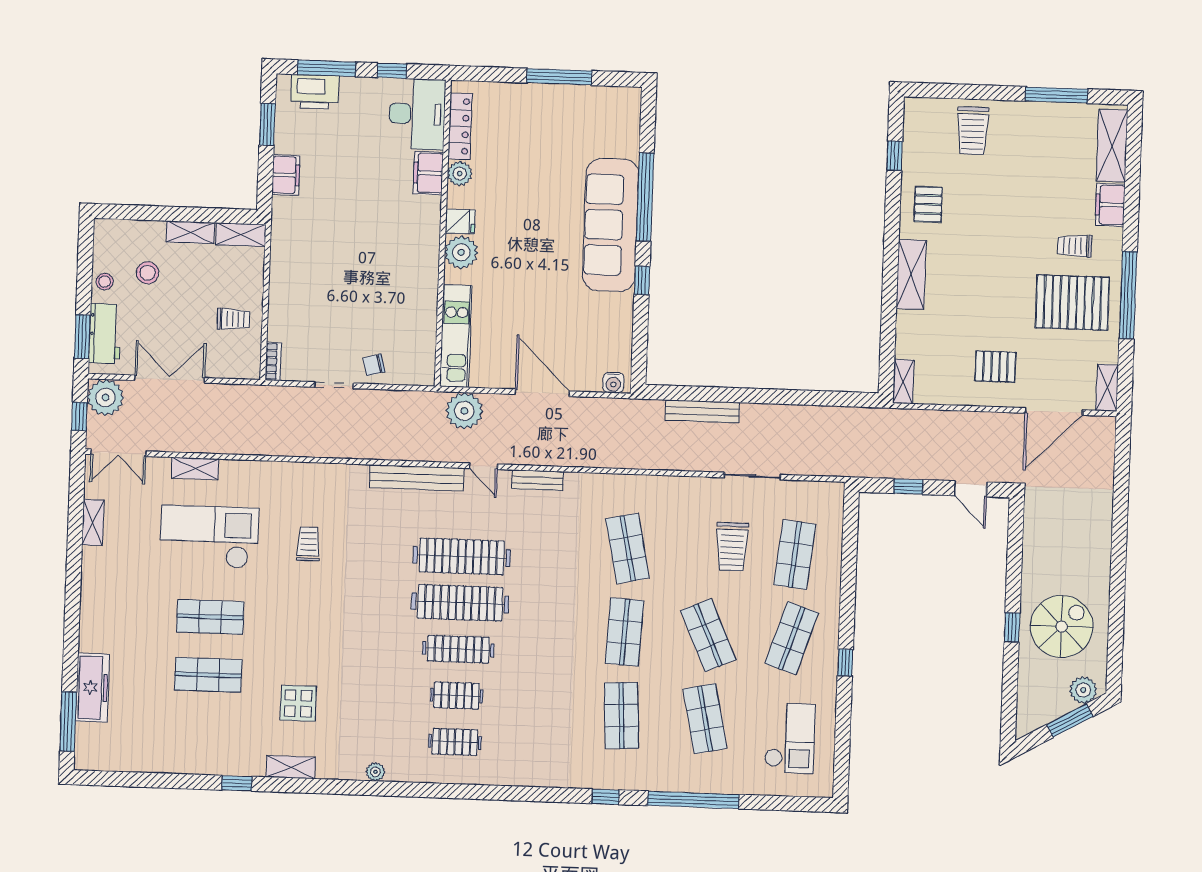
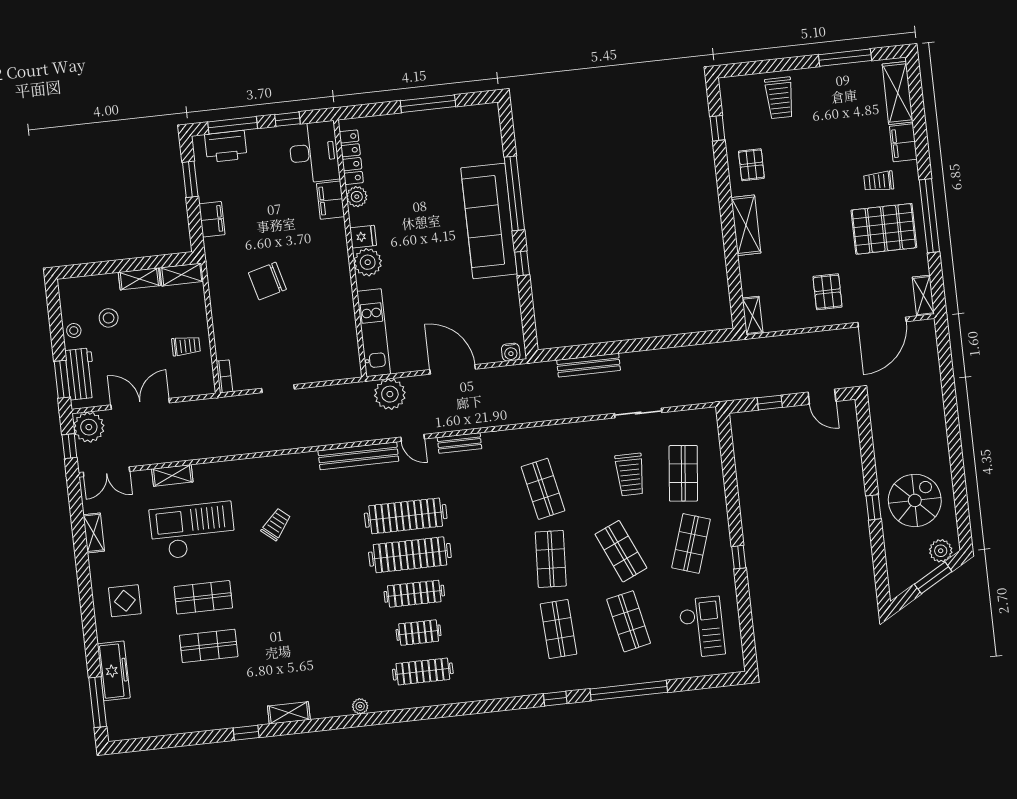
chair: (374, 365) -> (267, 281), moved, width x1.87, depth x1.87
pallet: (995, 367) -> (828, 292), turned 90
trolley: (308, 544) -> (276, 524), turned 40
display table: (298, 703) -> (125, 601), moved
clothes rail: (455, 742) -> (423, 671), width x1.36

